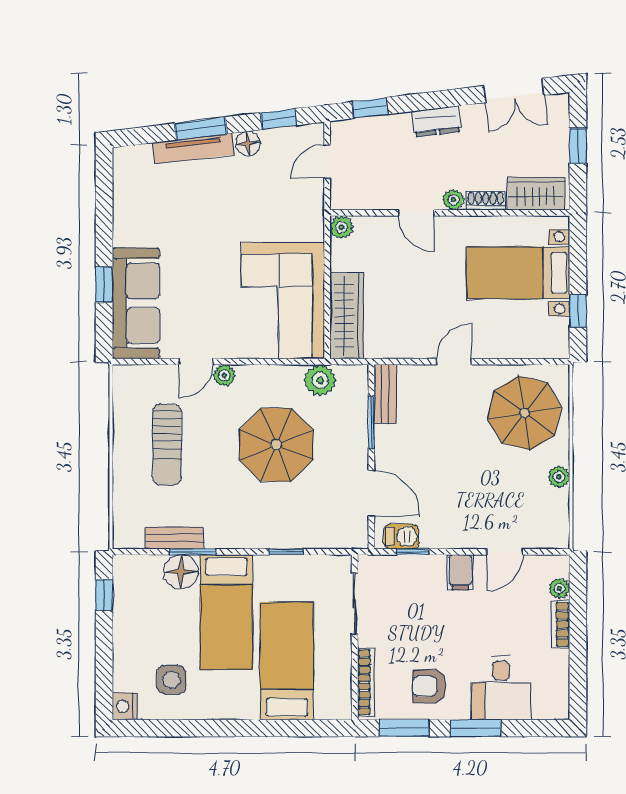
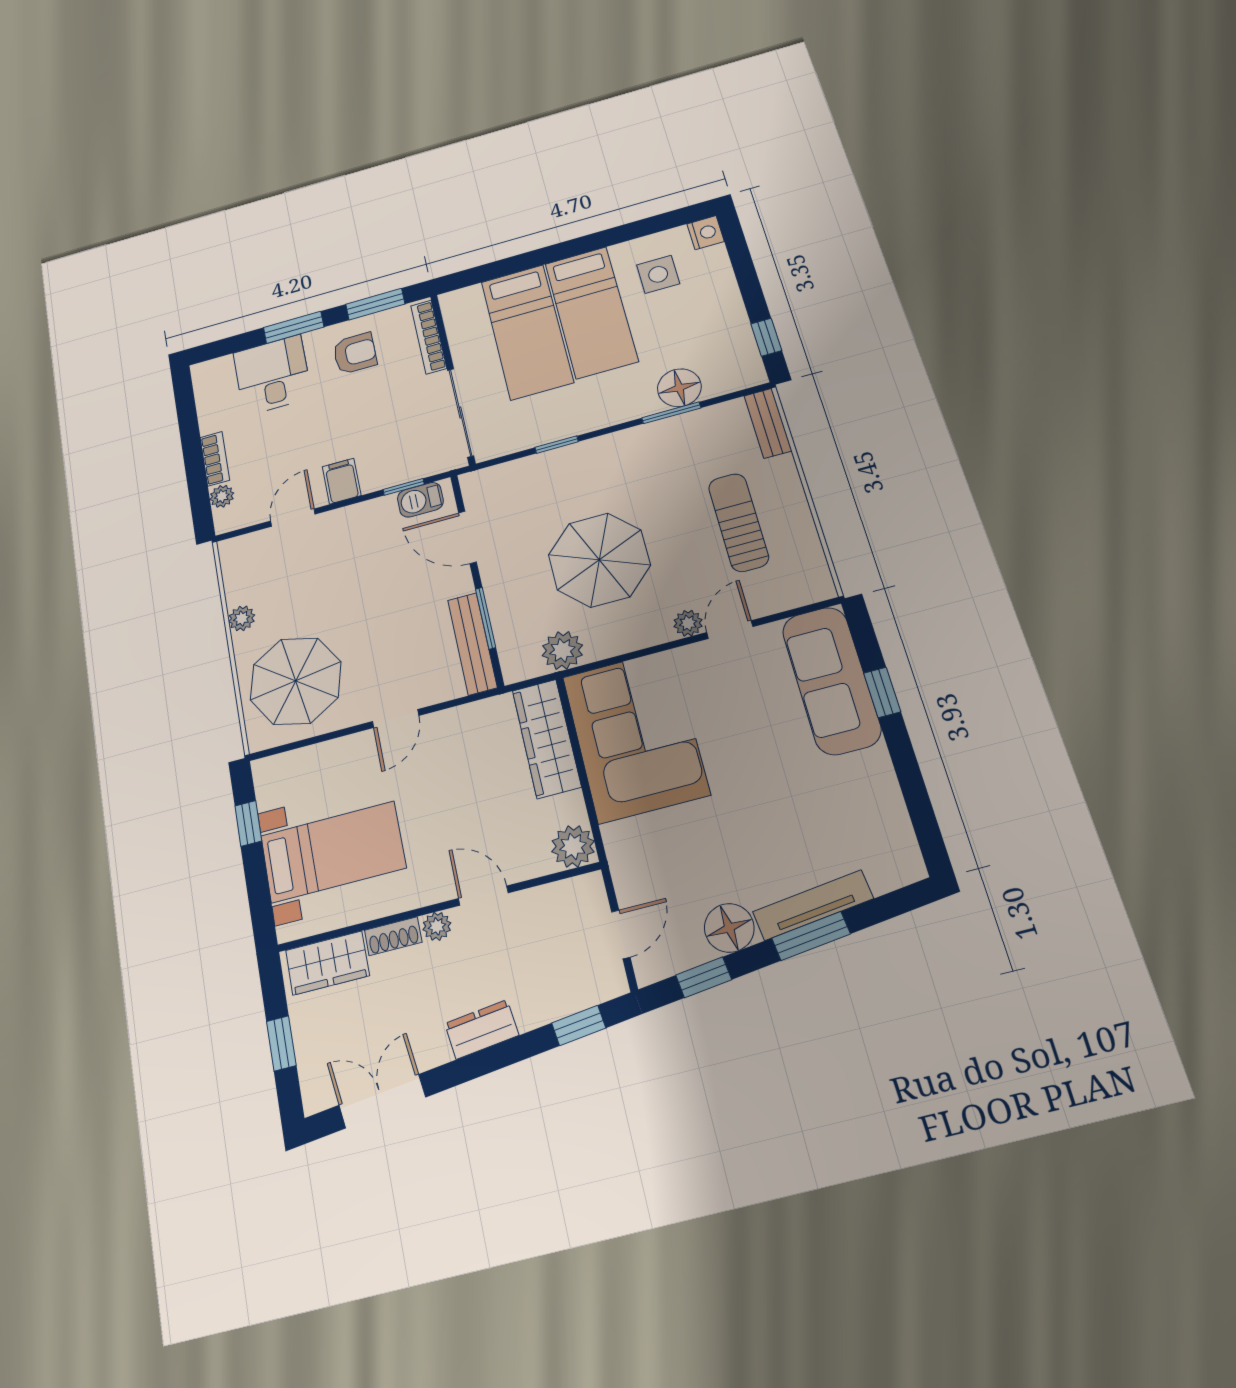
floor lamp: (248, 143) -> (729, 928), width x1.38, depth x1.38
plant: (341, 227) -> (573, 846), width x1.38, depth x1.38
bench: (385, 394) -> (472, 644), width x1.36
bench: (174, 538) -> (768, 423), moved, turned 90
sliding door: (355, 604) -> (460, 413), width x1.37
bed: (226, 612) -> (591, 312), moved, turned 180

